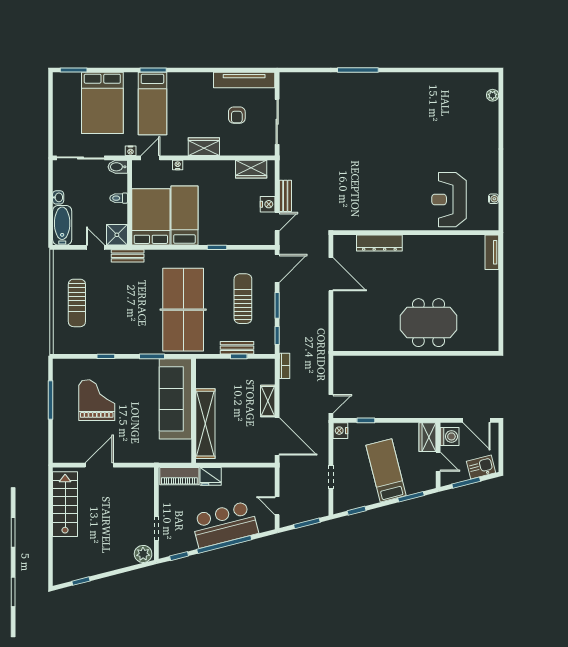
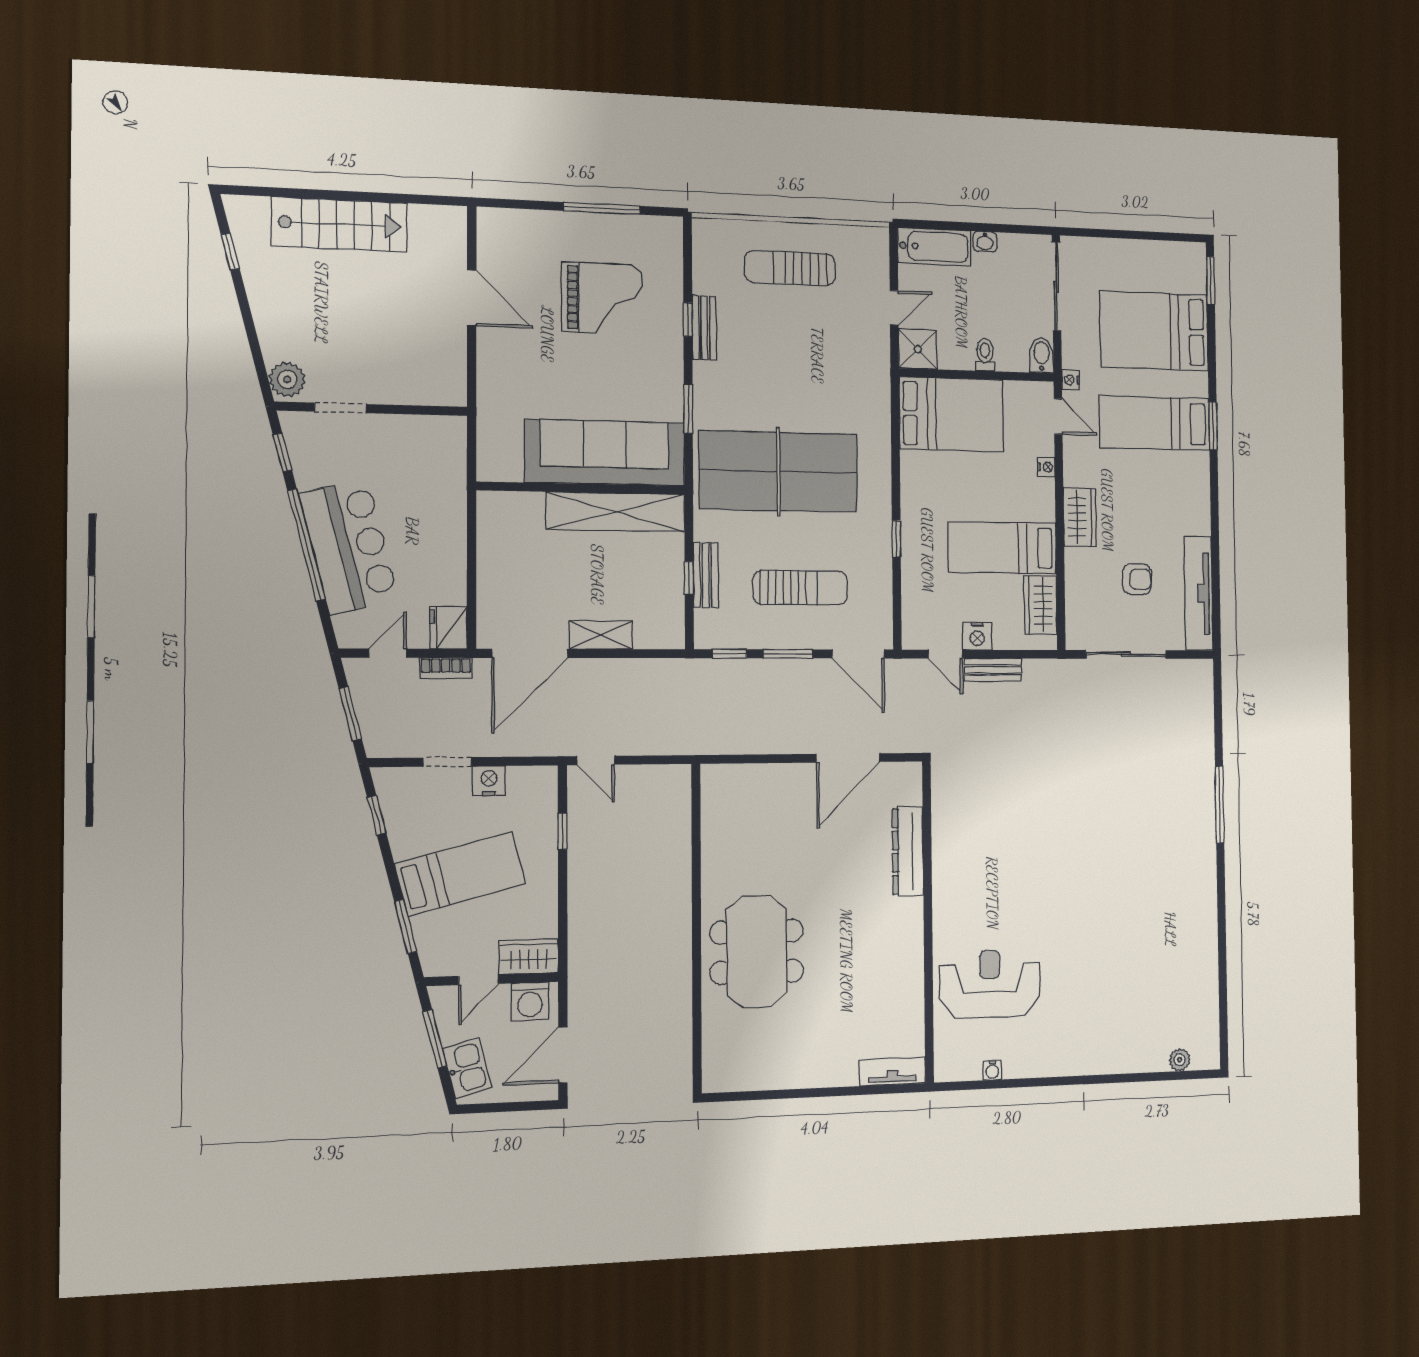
armchair: (237, 115) -> (1137, 579), turned 180
bed: (184, 215) -> (1002, 548), moved, turned 180
bench: (128, 256) -> (704, 328), moved
bookcase: (284, 366) -> (446, 668), moved
shelving: (205, 424) -> (616, 512), moved
nightstand: (340, 431) -> (489, 781), moved
piano: (179, 476) -> (449, 457), removed
fridge: (211, 476) -> (448, 628), moved
stairs: (65, 504) -> (339, 224), moved

